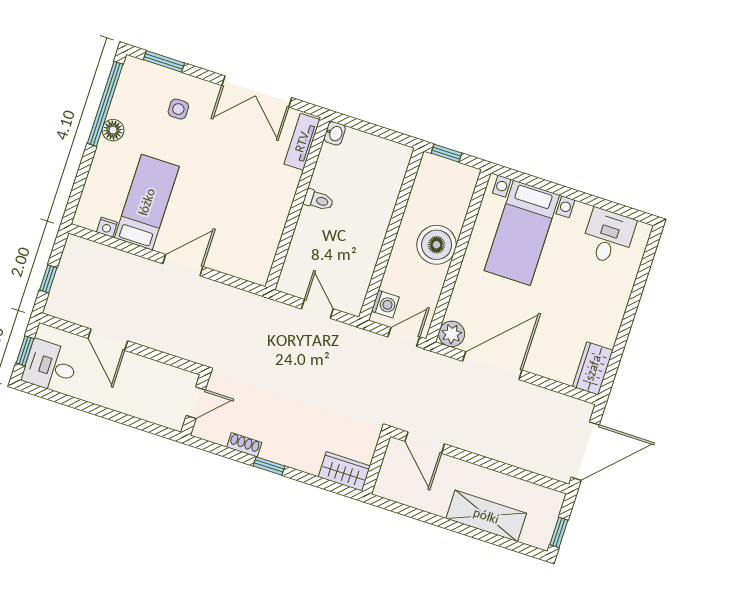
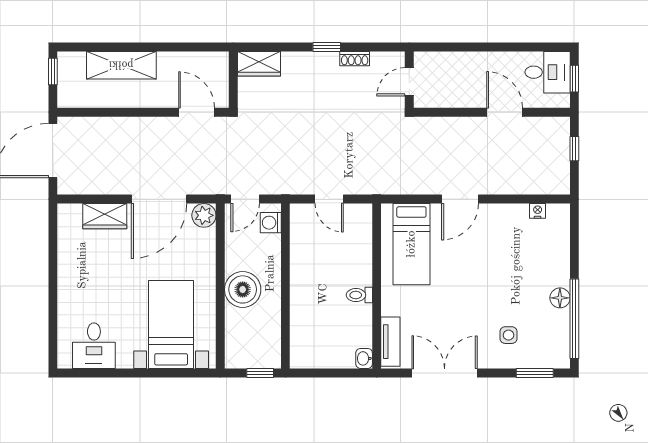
bed: (147, 202) -> (411, 244), moved
wardrobe: (593, 368) -> (105, 216), moved, turned 90

